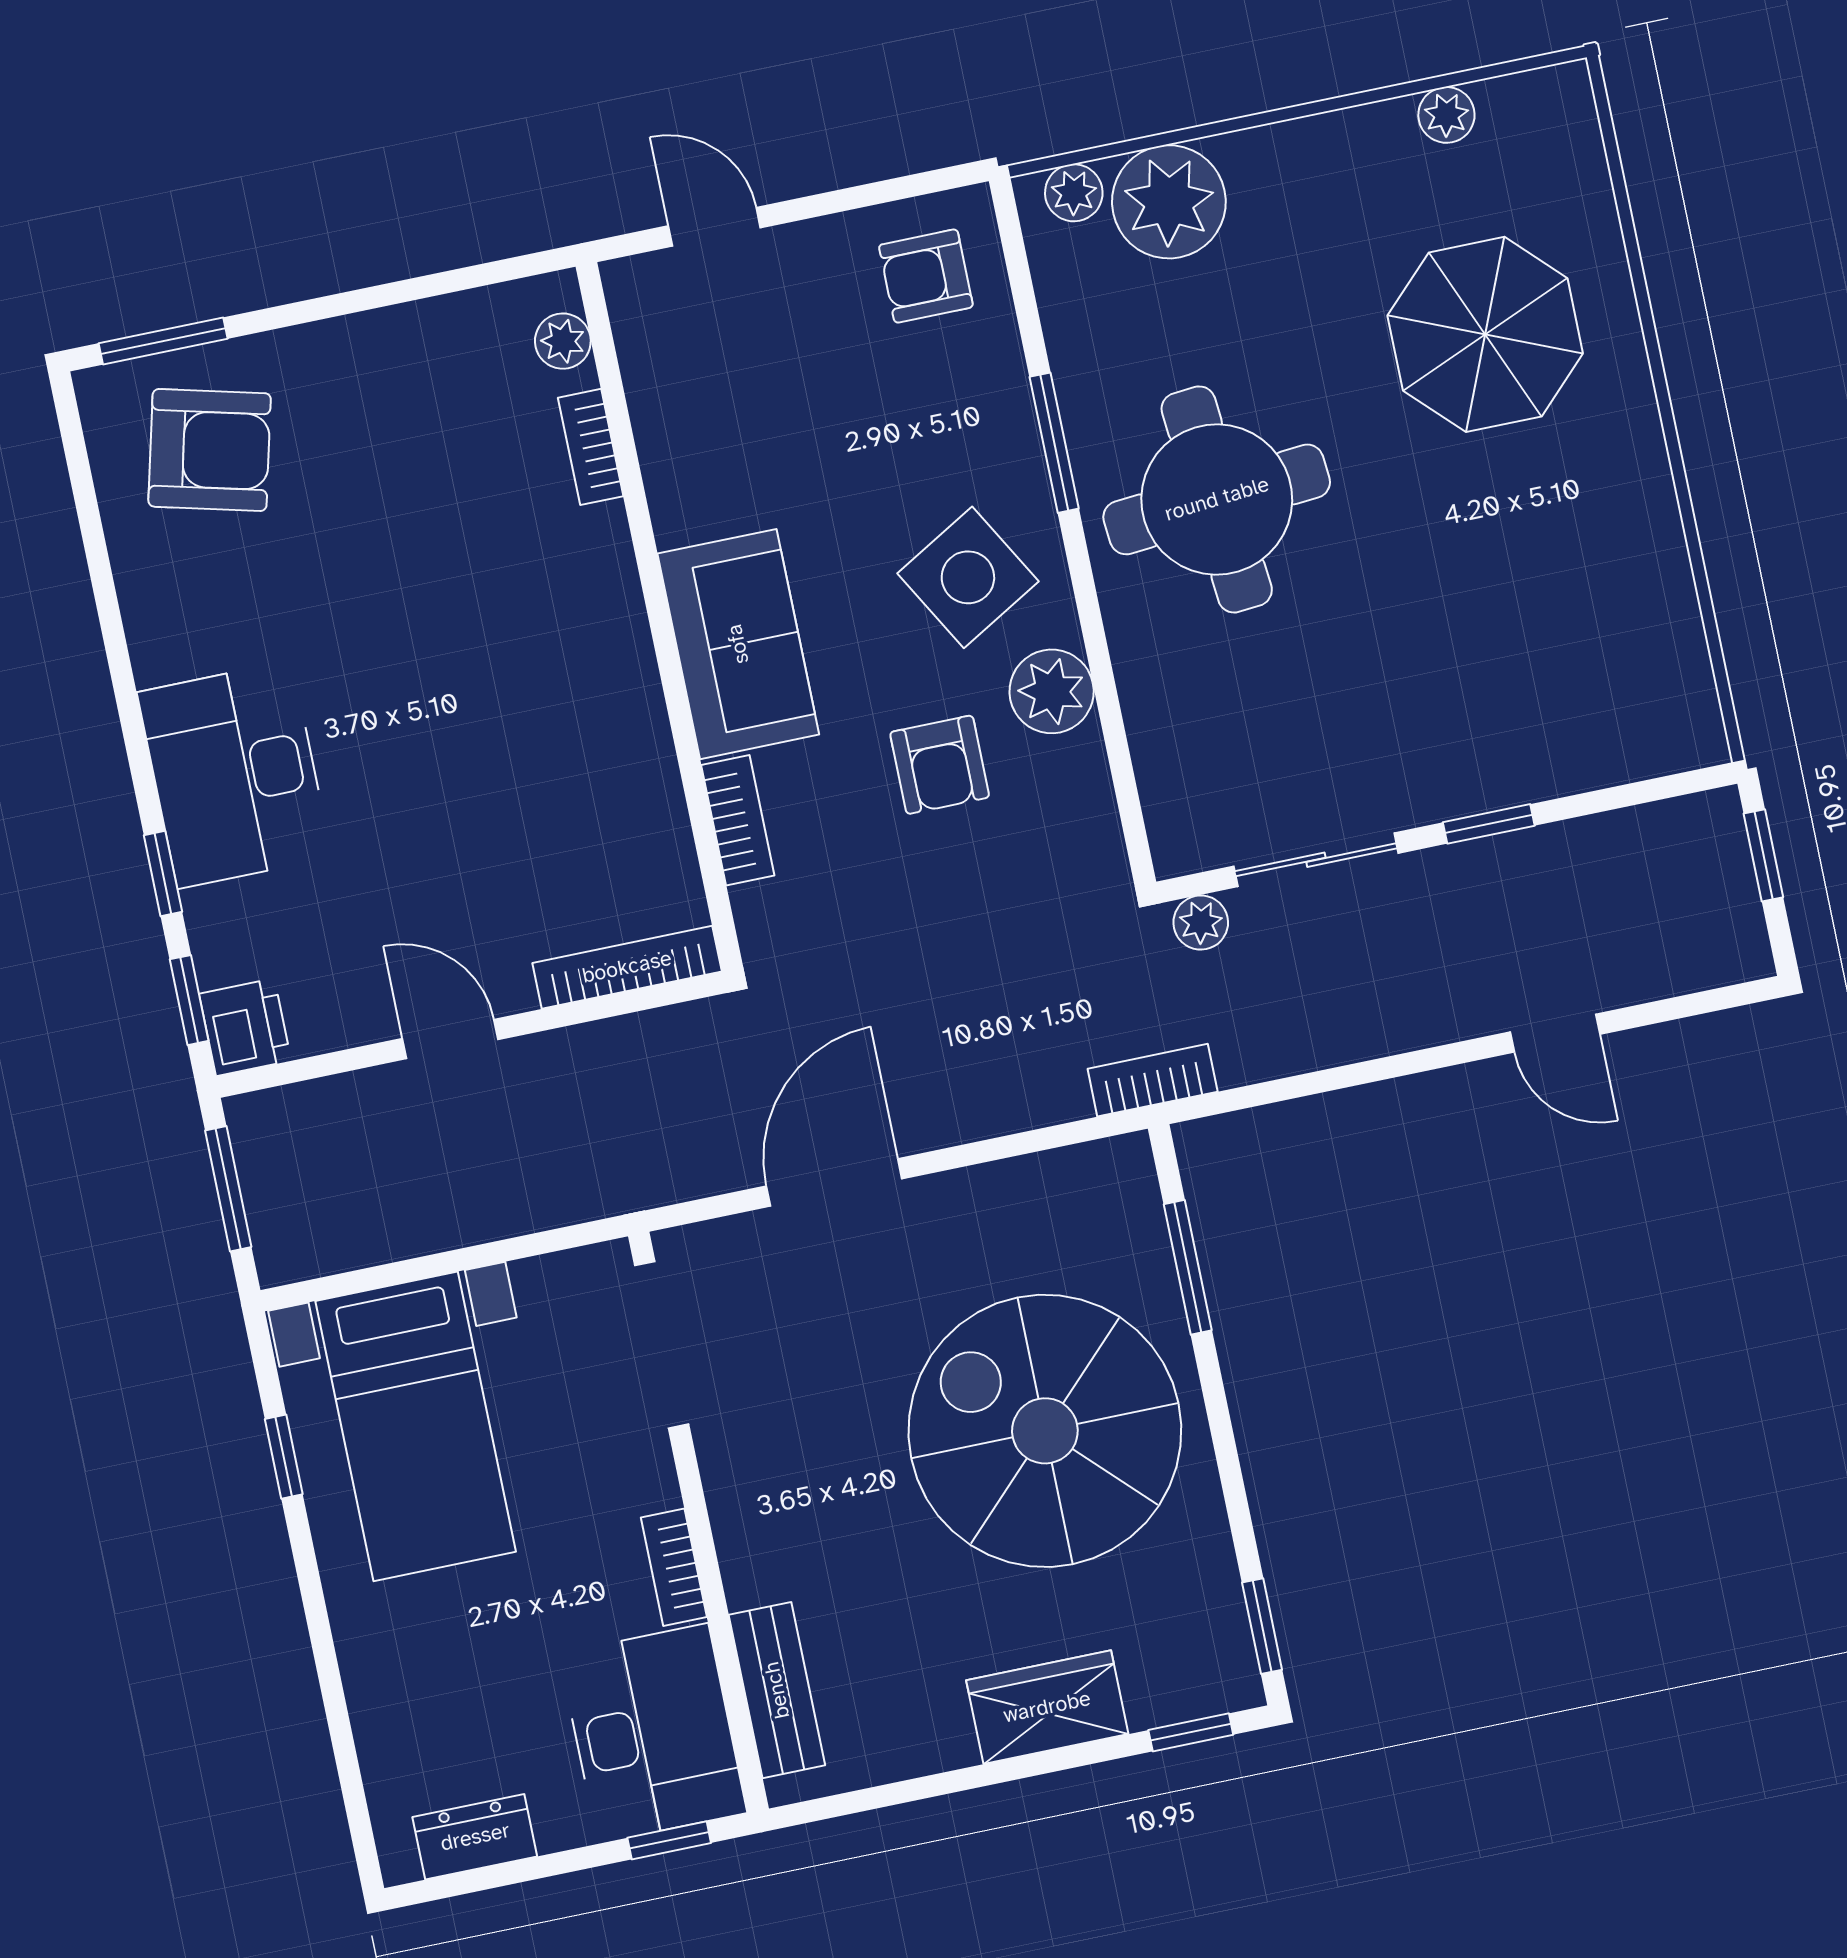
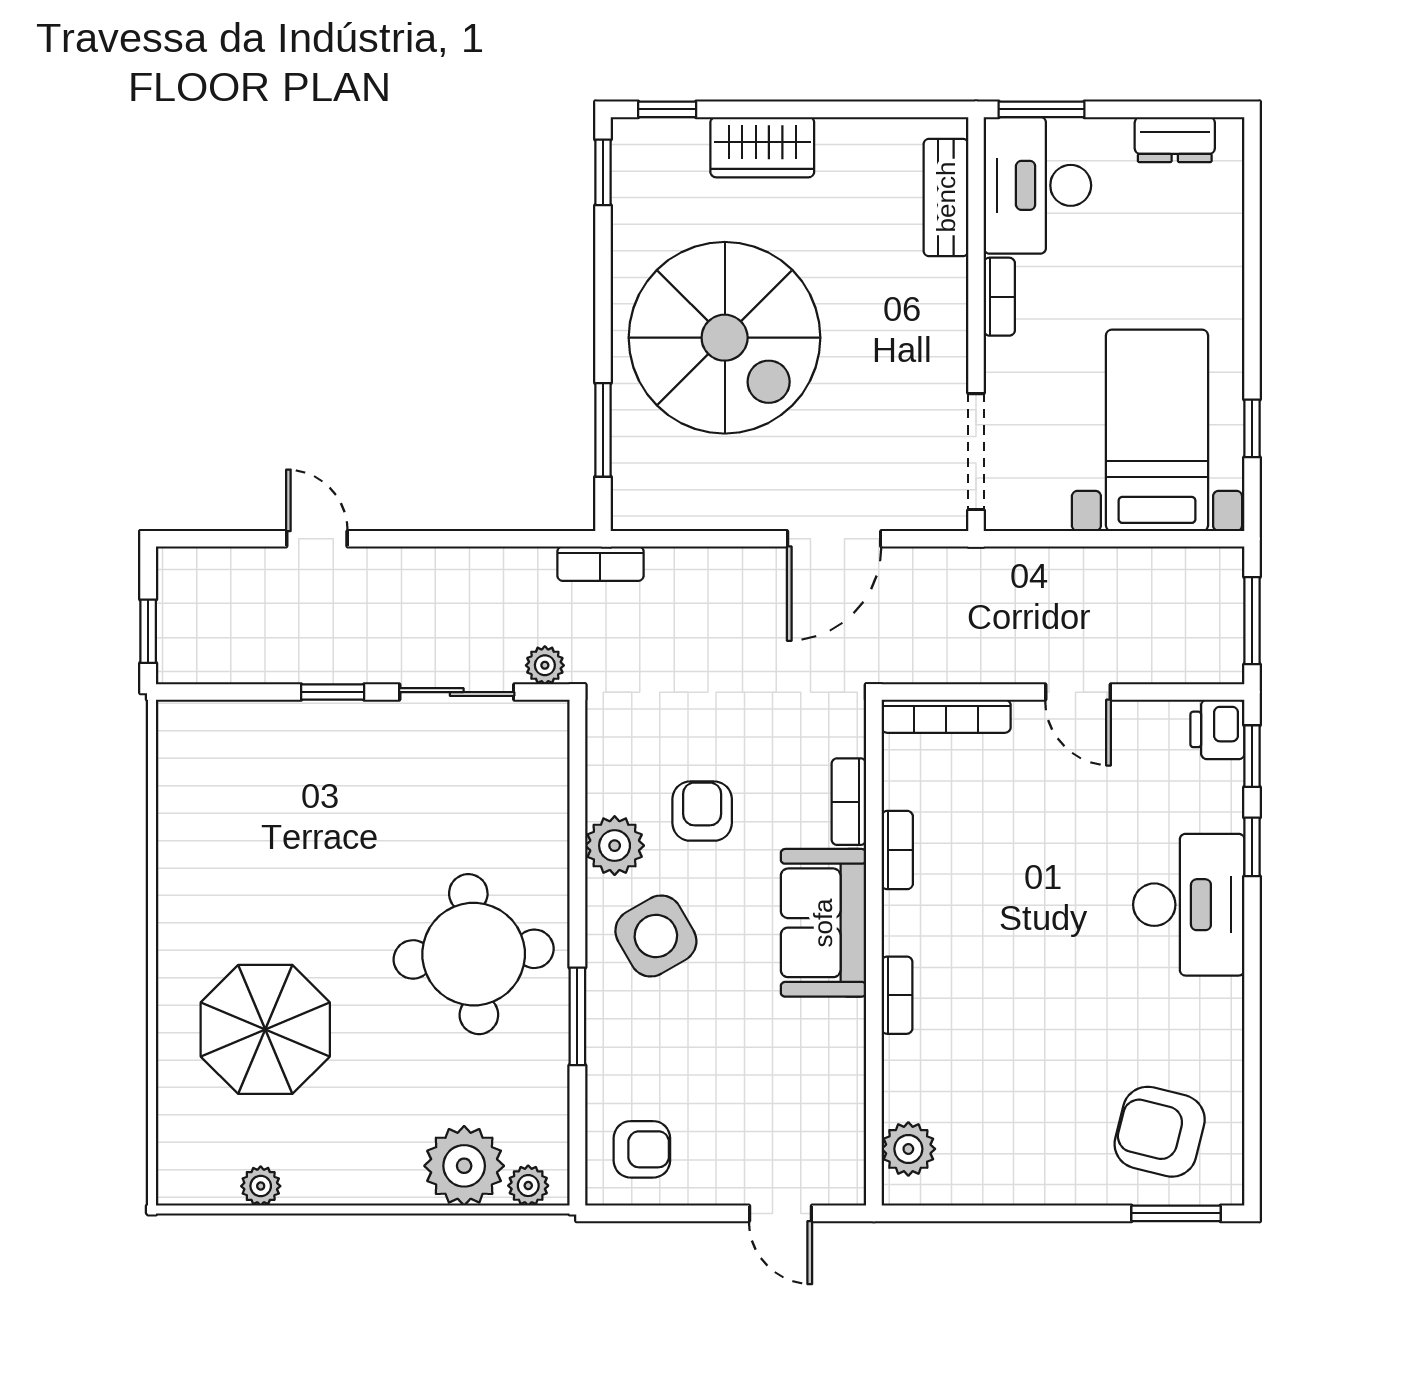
plant: (563, 341) -> (908, 1149), width x1.38, depth x1.38
bookcase: (591, 447) -> (897, 995), moved
bookcase: (657, 767) -> (897, 850), added
window: (669, 1840) -> (1042, 109), width x1.50

